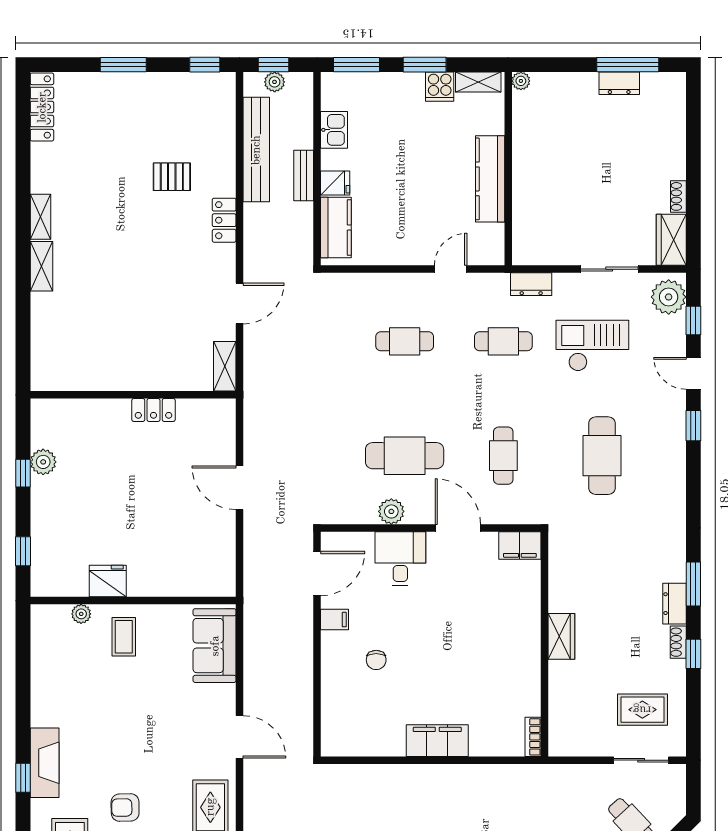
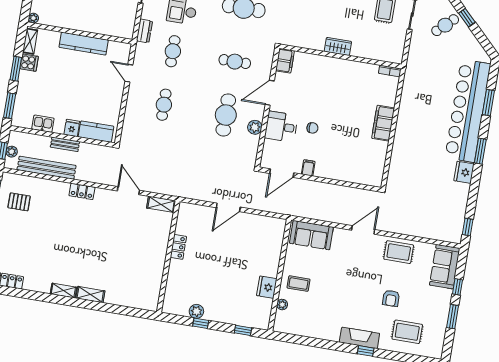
pallet: (172, 177) -> (19, 202), moved, turned 90
door: (317, 573) -> (282, 173), swing flipped
chair: (376, 660) -> (312, 128), moved

